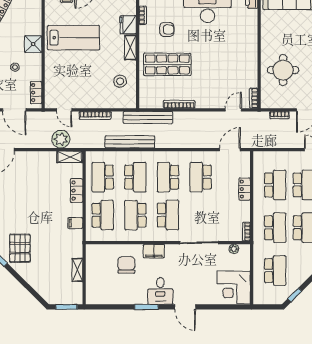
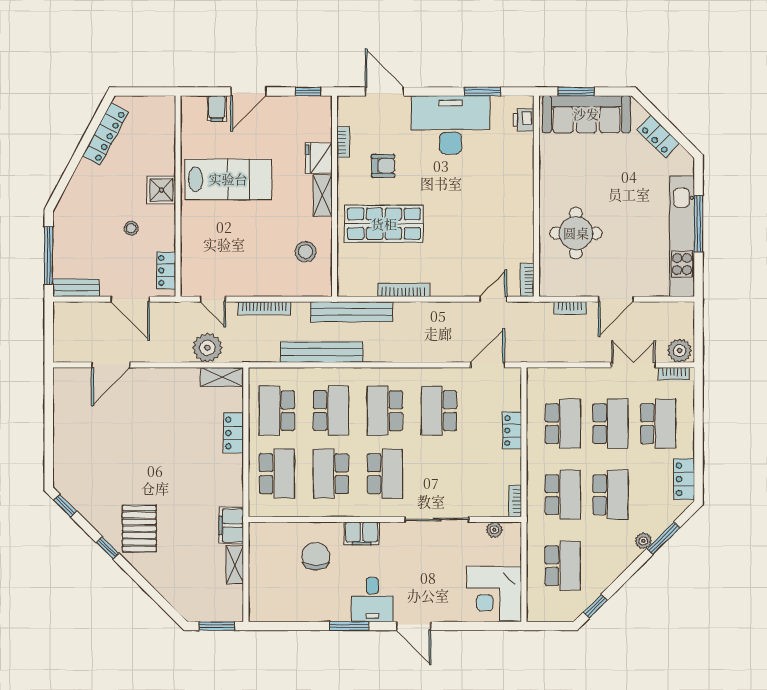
filing cabinet: (75, 223) -> (231, 525), moved, width x2.00

